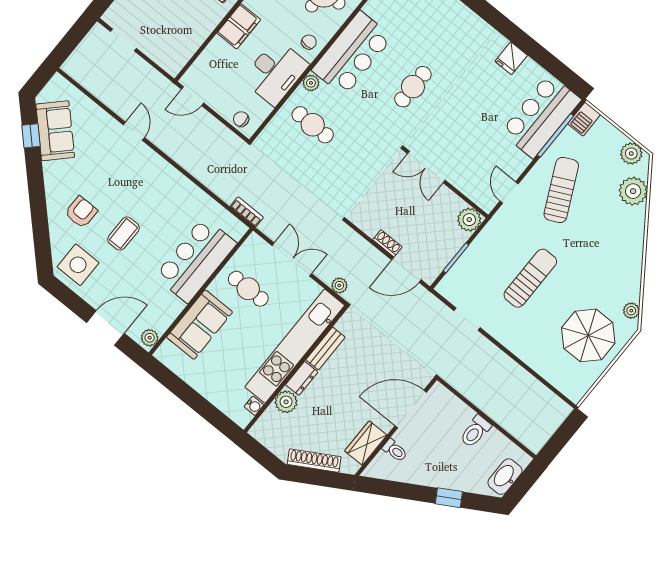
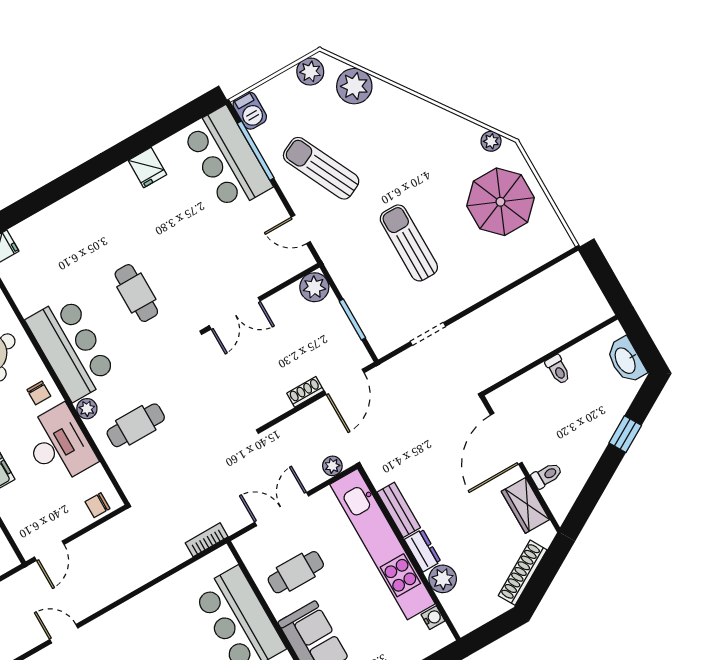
chair: (309, 42) -> (39, 393), turned 180
toilet: (475, 431) -> (558, 370), width x0.73, depth x0.72

